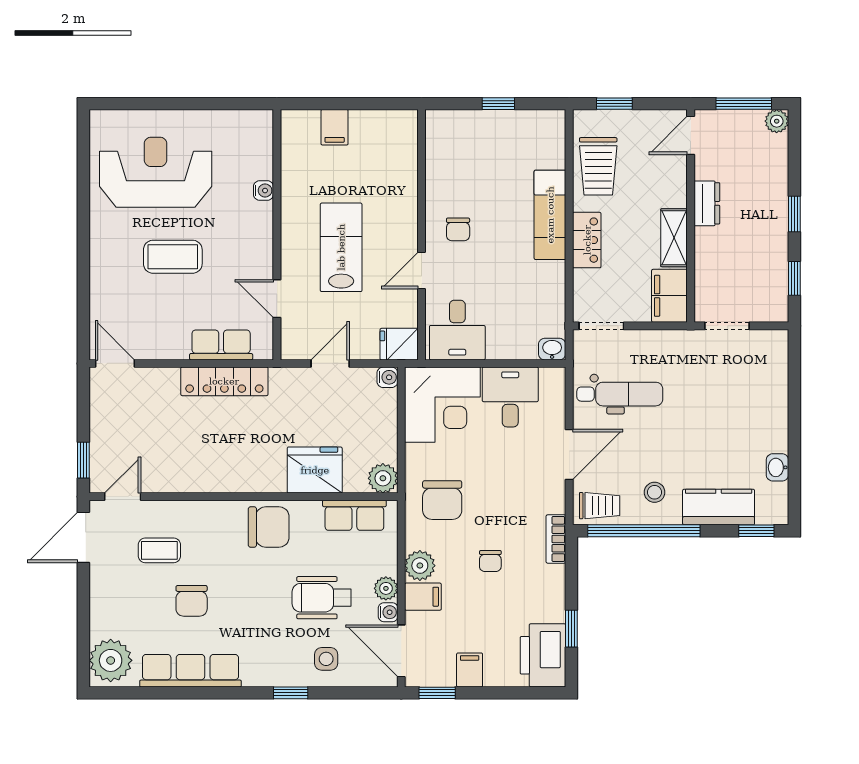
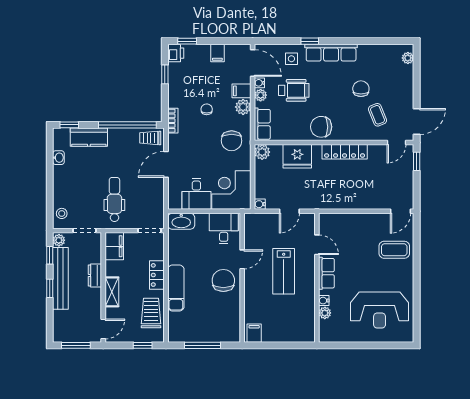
window: (498, 104) -> (202, 345), width x2.17
plant: (777, 121) -> (59, 240), moved
filing cabinet: (335, 127) -> (254, 333), moved
plant: (262, 167) -> (325, 313), added
dresser: (707, 203) -> (95, 275), moved
chair: (458, 229) -> (223, 280), width x1.87, depth x1.87
bench: (774, 233) -> (60, 278), added
shelving: (674, 238) -> (112, 292), moved
coffee table: (173, 257) -> (394, 250), moved
fridge: (399, 344) -> (254, 221), removed
row of seats: (221, 345) -> (326, 273), moved, turned -90
washbasin: (552, 349) -> (181, 221), width x1.91, depth x1.45
door: (115, 363) -> (400, 211), hinge flipped
locker: (224, 381) -> (345, 152), moved, turned 180
dental chair: (620, 394) -> (114, 199), moved, turned 90
stool: (655, 492) -> (62, 213), moved
chair: (442, 500) -> (232, 141), turned 180
row of seats: (354, 515) -> (262, 124), moved, turned 90
coffee table: (159, 550) -> (377, 115), turned 68
printer: (543, 655) -> (176, 53), width x0.53, depth x0.68
plant: (111, 660) -> (408, 58), width x0.53, depth x0.53
row of seats: (190, 671) -> (331, 53), moved
window: (437, 693) -> (187, 41), moved

